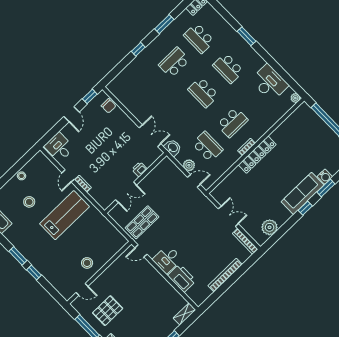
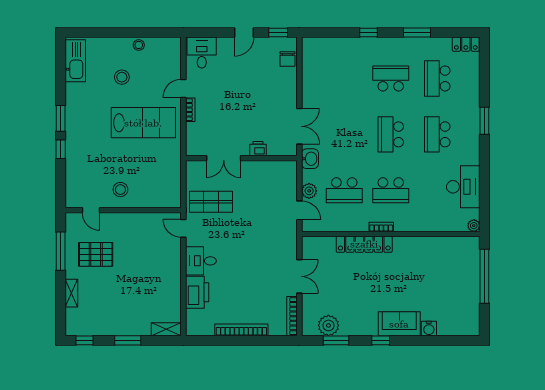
school desk: (208, 147) -> (344, 190), turned 90
locker: (257, 155) -> (364, 244), moved
window: (326, 188) -> (336, 340), moved
sofa: (303, 193) -> (399, 324), width x0.73

